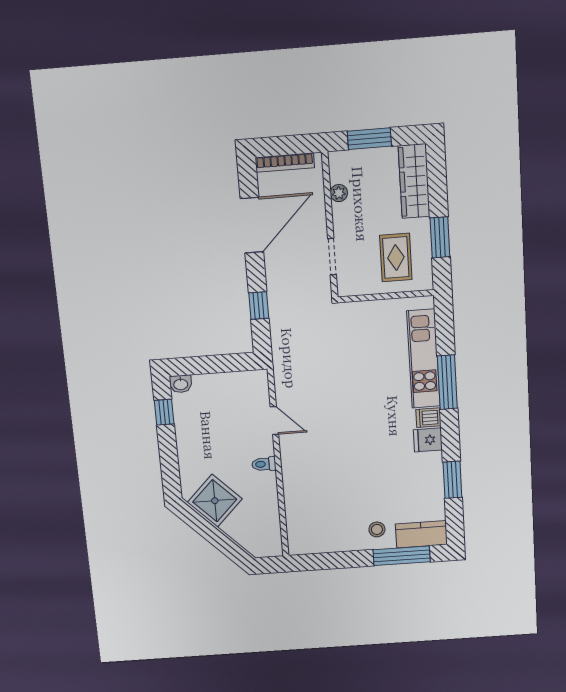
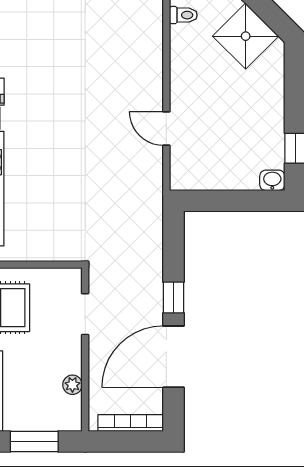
window: (259, 306) -> (173, 297), moved
toilet: (264, 464) -> (183, 15), moved

